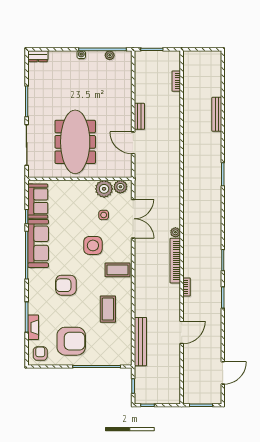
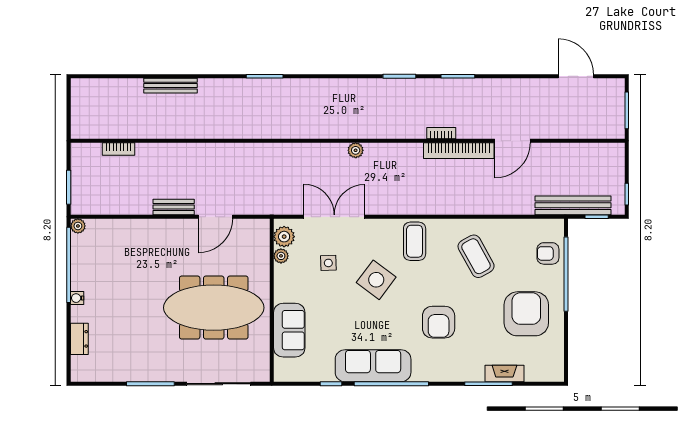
plant: (110, 55) -> (78, 226), moved
dresser: (38, 56) -> (79, 339), moved
plant: (104, 189) -> (281, 256), width x0.53, depth x0.53
sofa: (38, 201) -> (289, 330), moved, turned 90
side table: (93, 245) -> (376, 280), turned 37
bookcase: (175, 261) -> (459, 151), moved
coffee table: (108, 309) -> (476, 256), turned 61
door: (182, 332) -> (512, 141), swing flipped
bench: (140, 342) -> (573, 205), moved
armchair: (40, 354) -> (548, 253), moved

